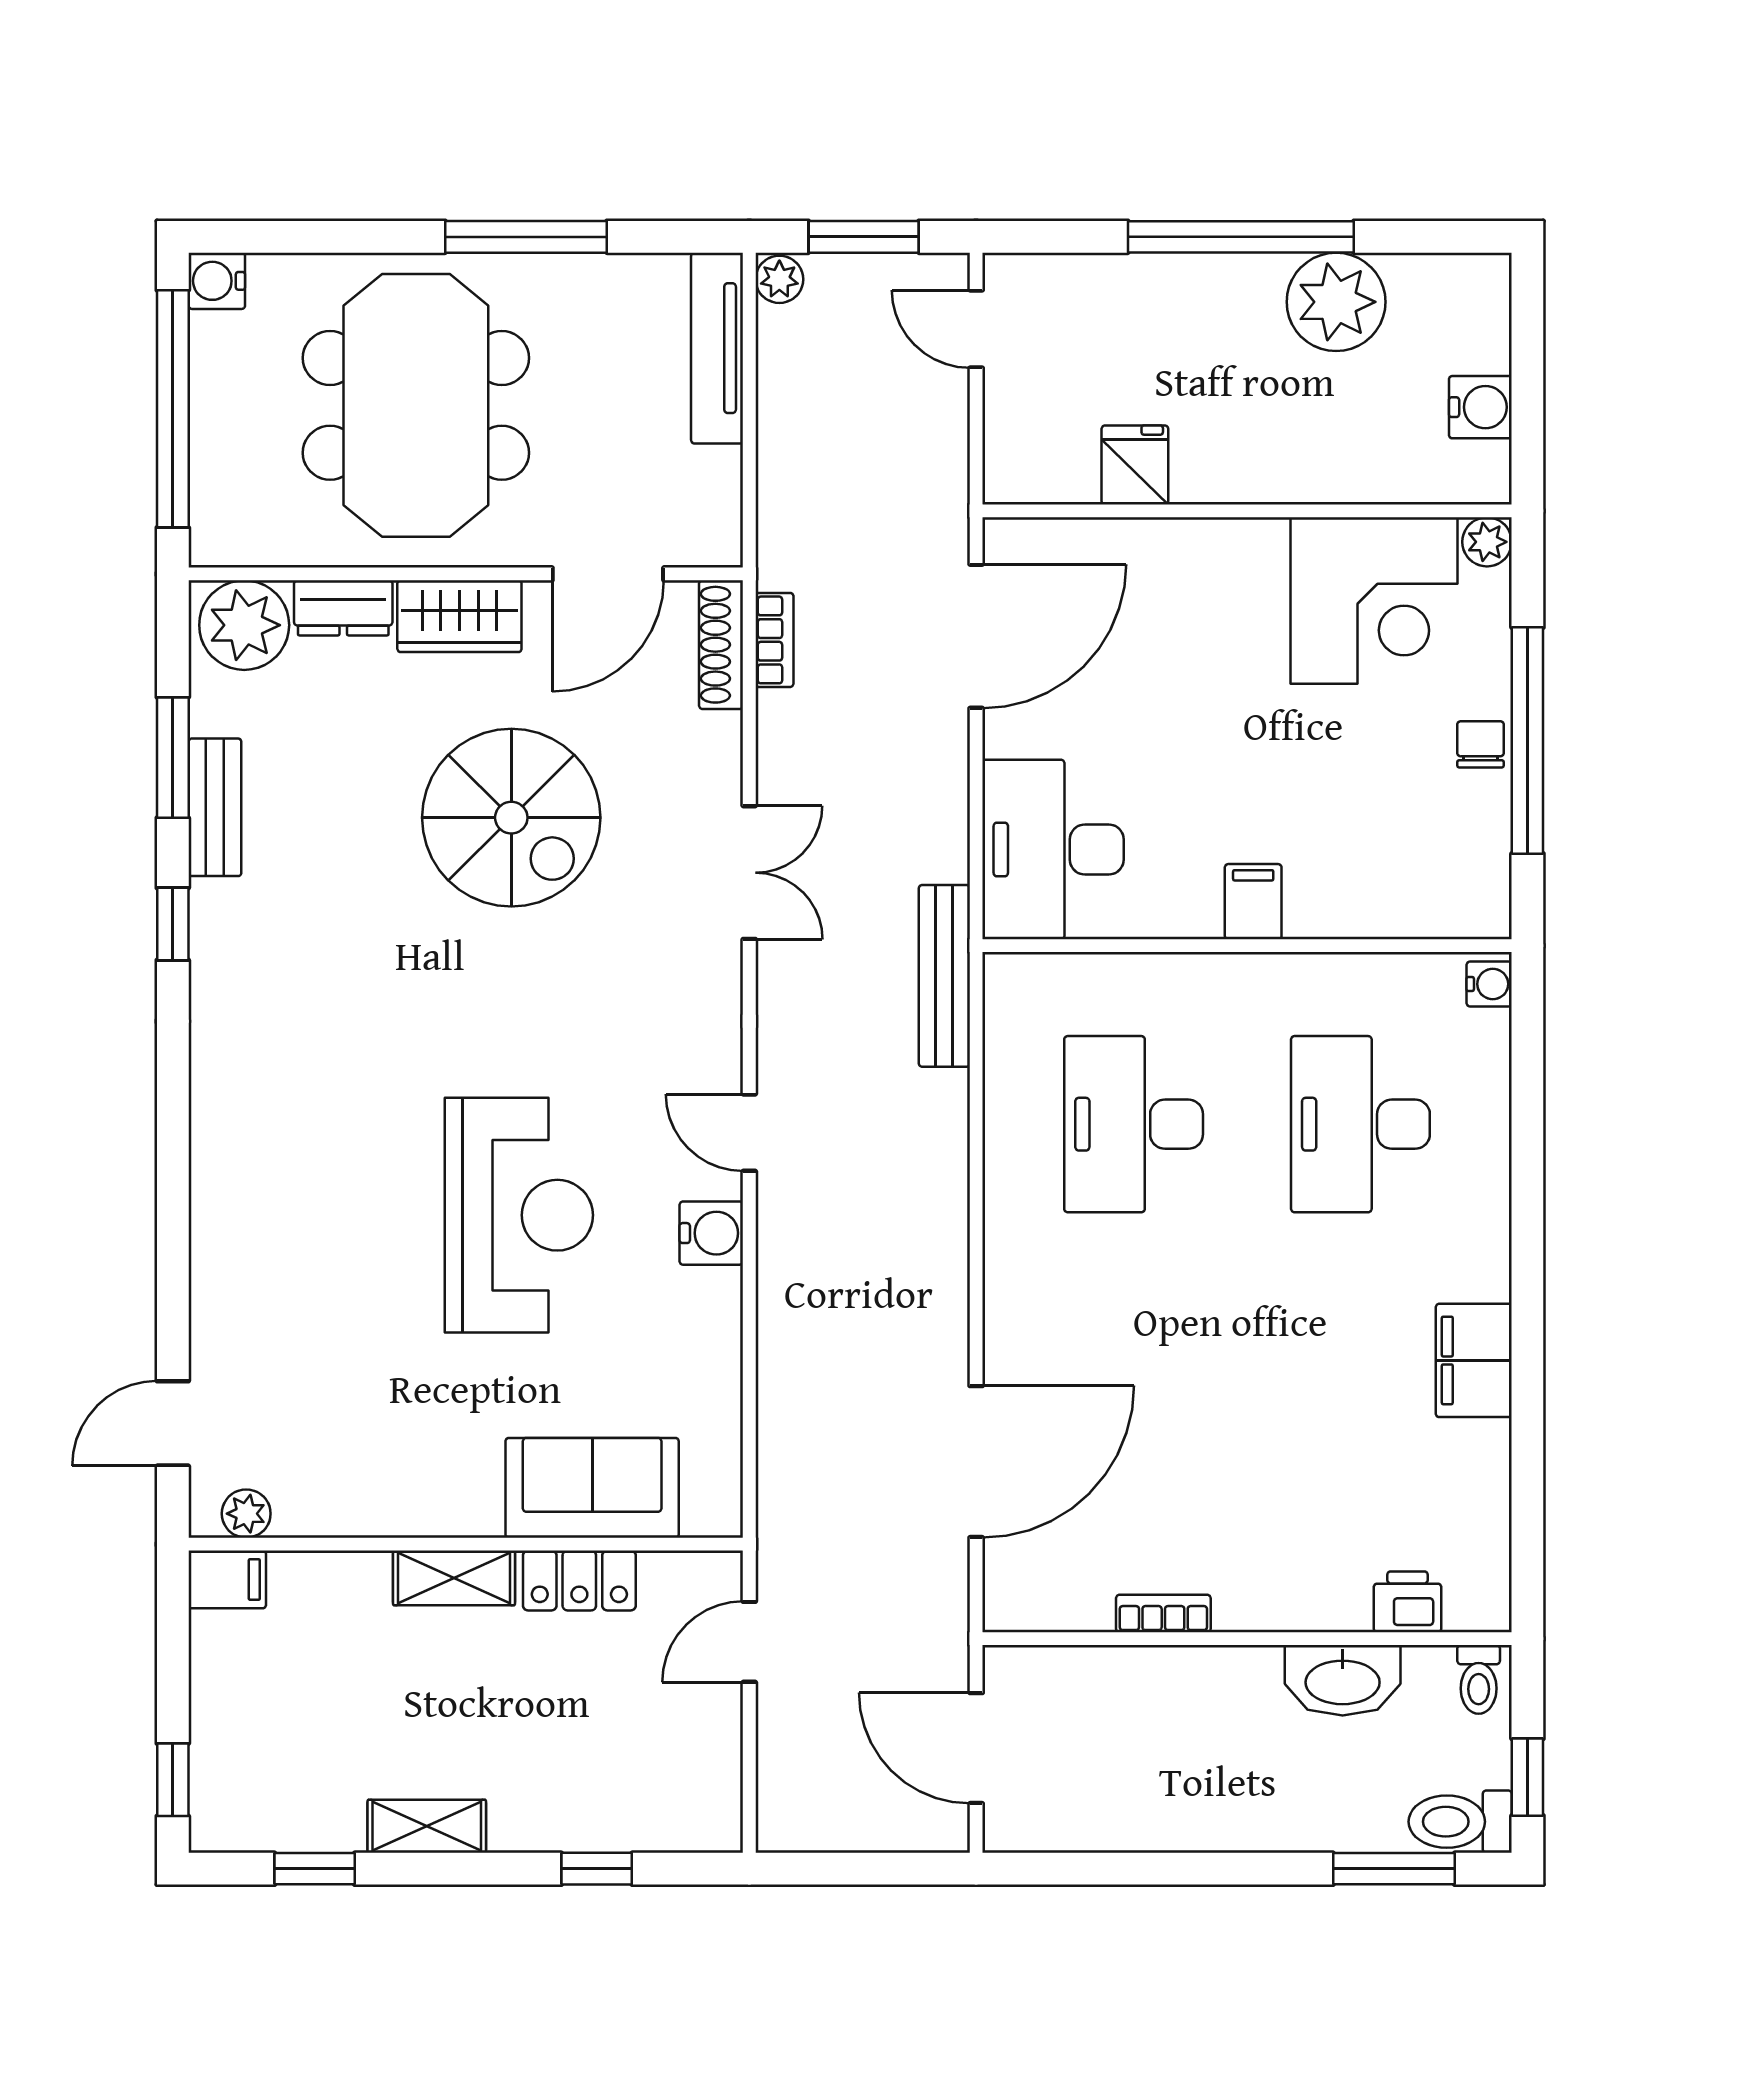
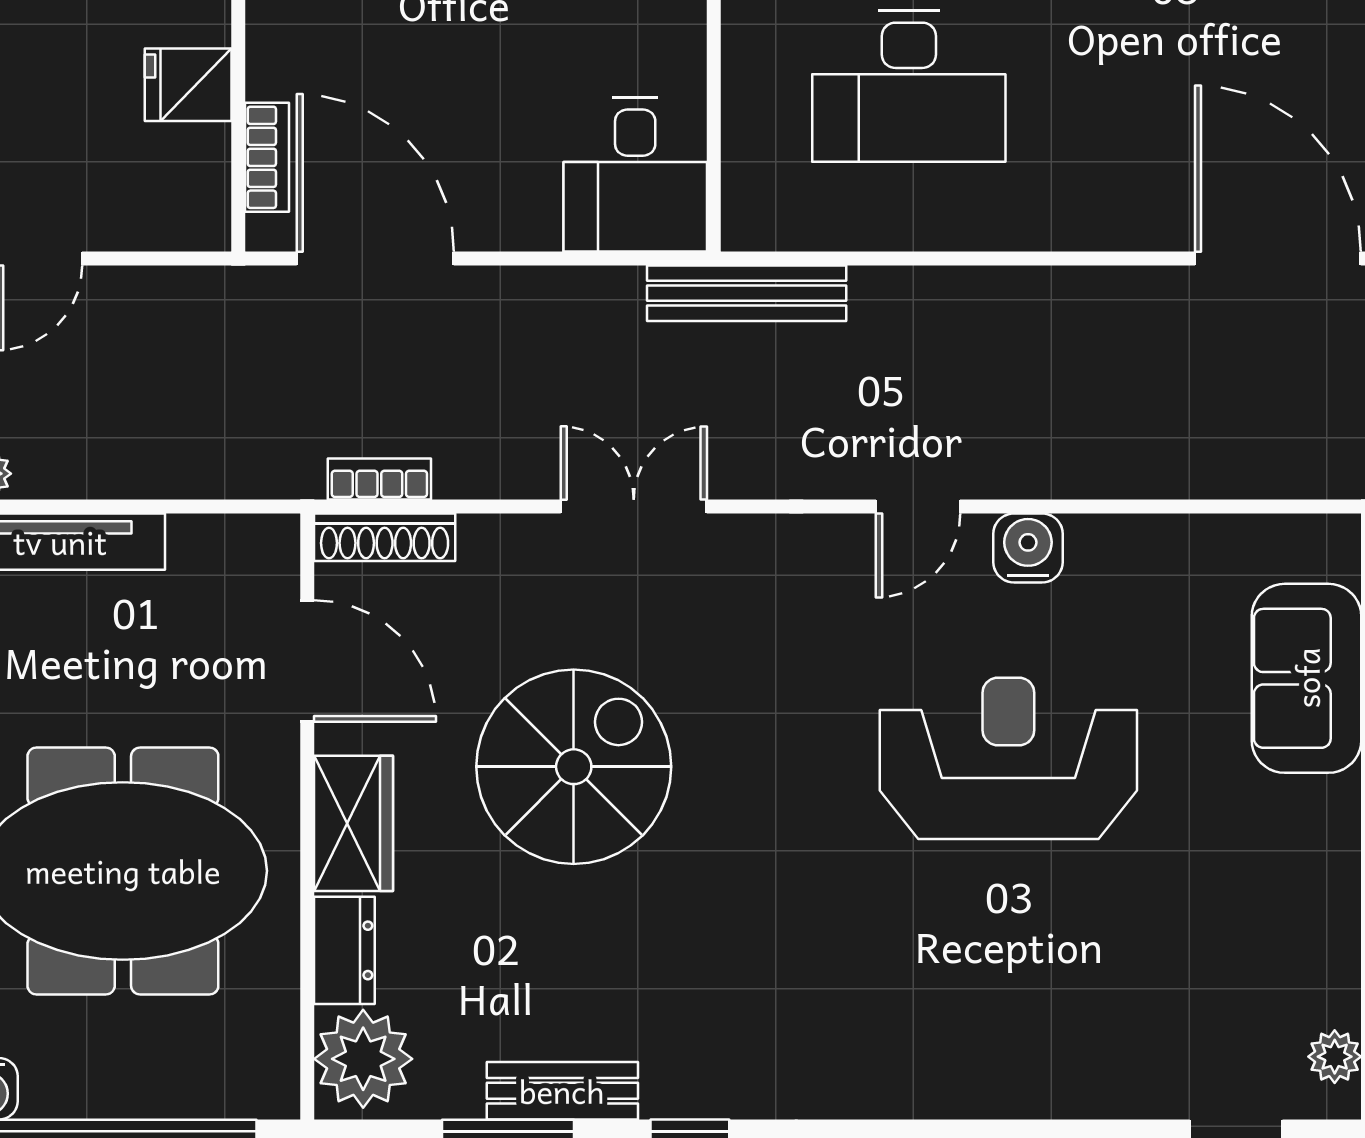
bookcase: (1069, 537) -> (267, 157), added
desk: (1053, 849) -> (635, 174), width x0.73

